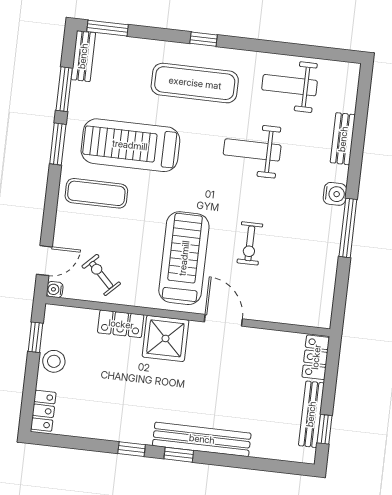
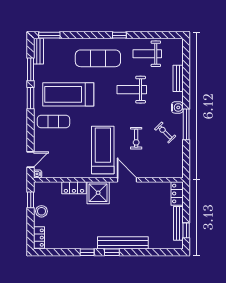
window: (204, 39) -> (119, 35), moved
exercise bike: (101, 275) -> (165, 133), moved

